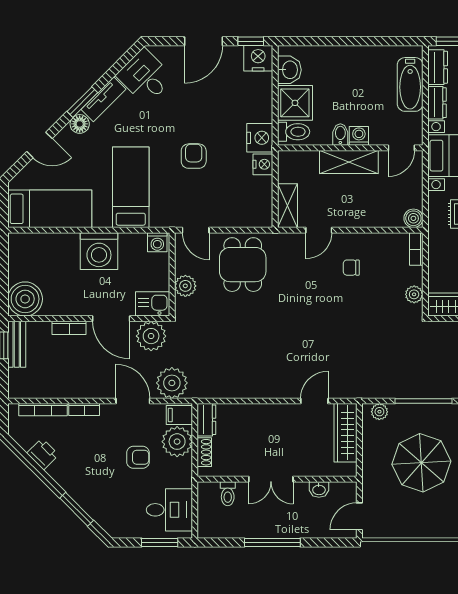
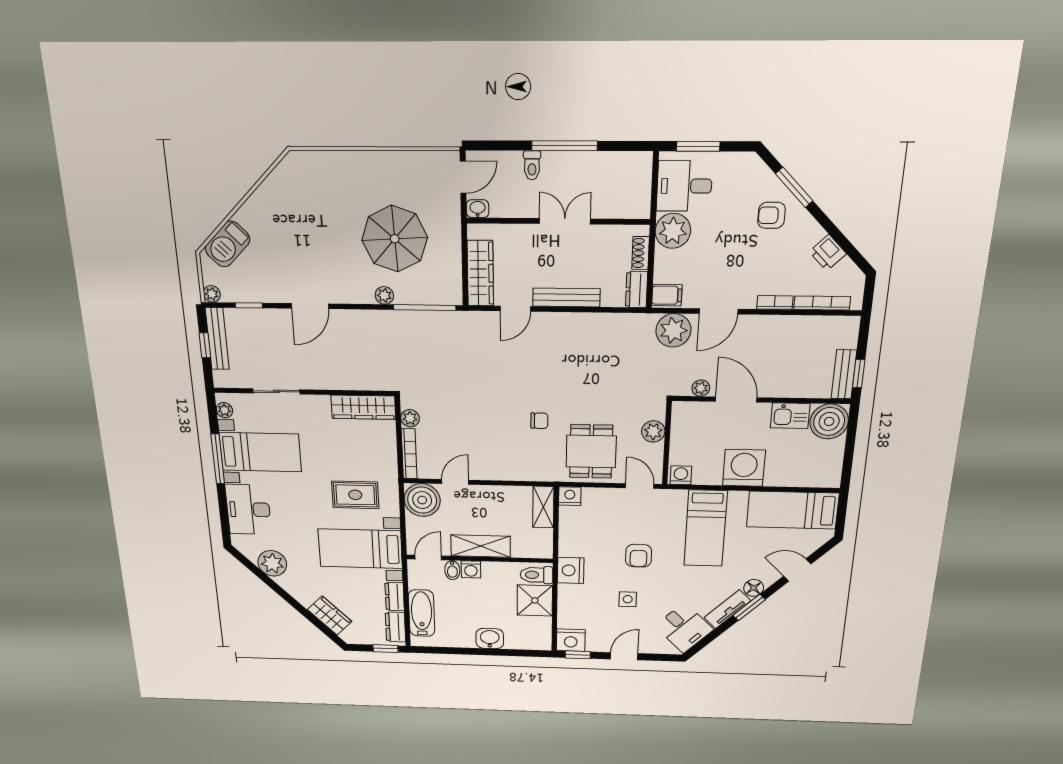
door: (204, 41) -> (624, 656), width x0.73
washbasin: (289, 70) -> (490, 639), moved, turned 90
side table: (202, 107) -> (628, 599), added
bidet: (340, 134) -> (452, 570), moved
nightstand: (263, 164) -> (570, 496), moved, turned 90
boiler: (413, 218) -> (422, 500), width x1.86, depth x1.86
door: (319, 230) -> (455, 482), moved
bookcase: (416, 249) -> (409, 454), width x1.56
chair: (351, 268) -> (539, 421), moved
kitchen sink: (153, 304) -> (790, 416), moved
bookcase: (69, 328) -> (784, 391), removed
plant: (151, 336) -> (701, 388), width x0.53, depth x0.53
door: (133, 401) -> (719, 311), hinge flipped
window: (423, 401) -> (425, 308), moved
bench: (269, 412) -> (566, 297), added
plant: (379, 412) -> (384, 295), moved
plant: (177, 442) -> (673, 231), moved
armchair: (138, 457) -> (771, 215), moved
washbasin: (319, 489) -> (478, 209), moved
toilet: (228, 494) -> (532, 165), moved, turned 180

